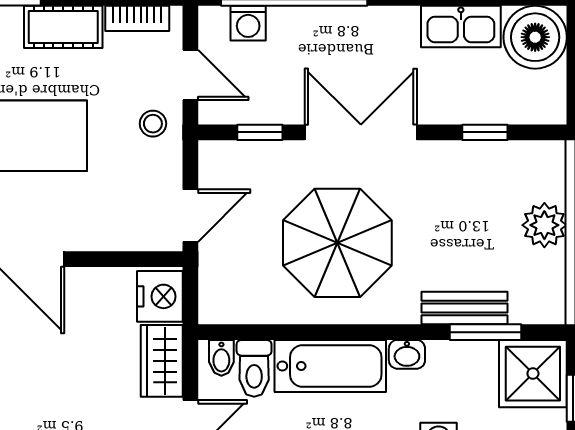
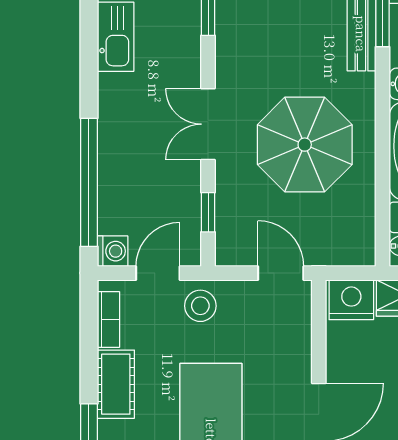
washing machine: (248, 23) -> (113, 251), moved
stool: (153, 124) -> (200, 306), width x1.37, depth x1.37
double door: (361, 132) -> (208, 124), width x0.73

